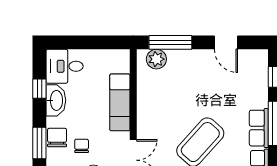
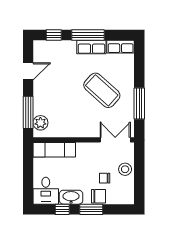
exam couch: (120, 102) -> (54, 150), moved
chair: (57, 138) -> (98, 196), turned 180
window: (39, 143) -> (91, 209), moved

